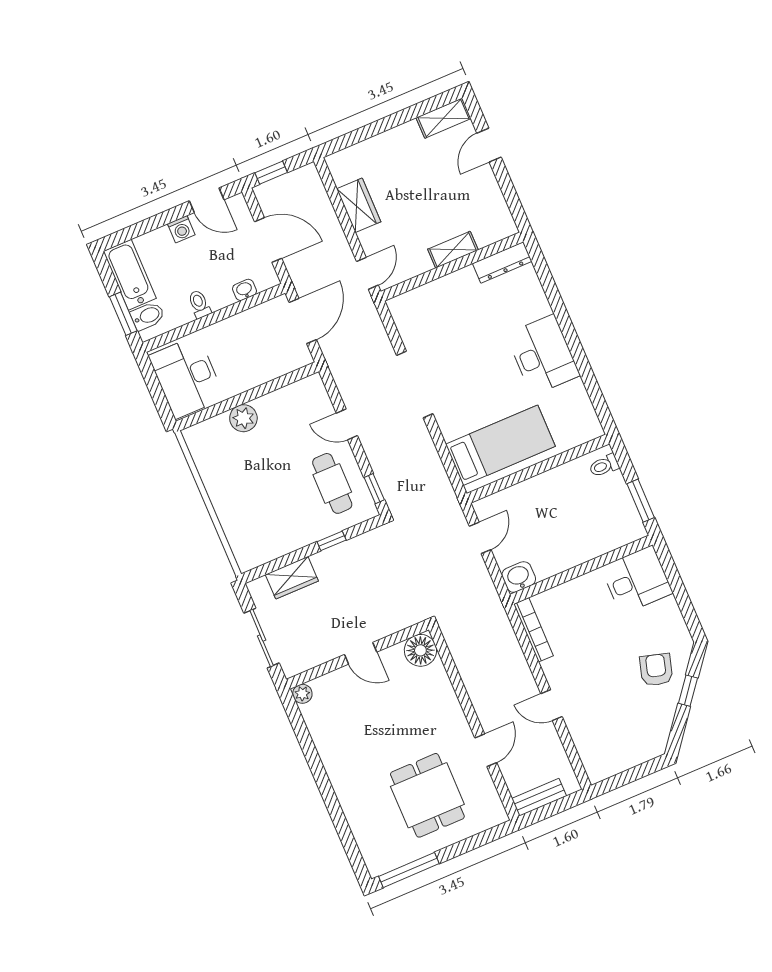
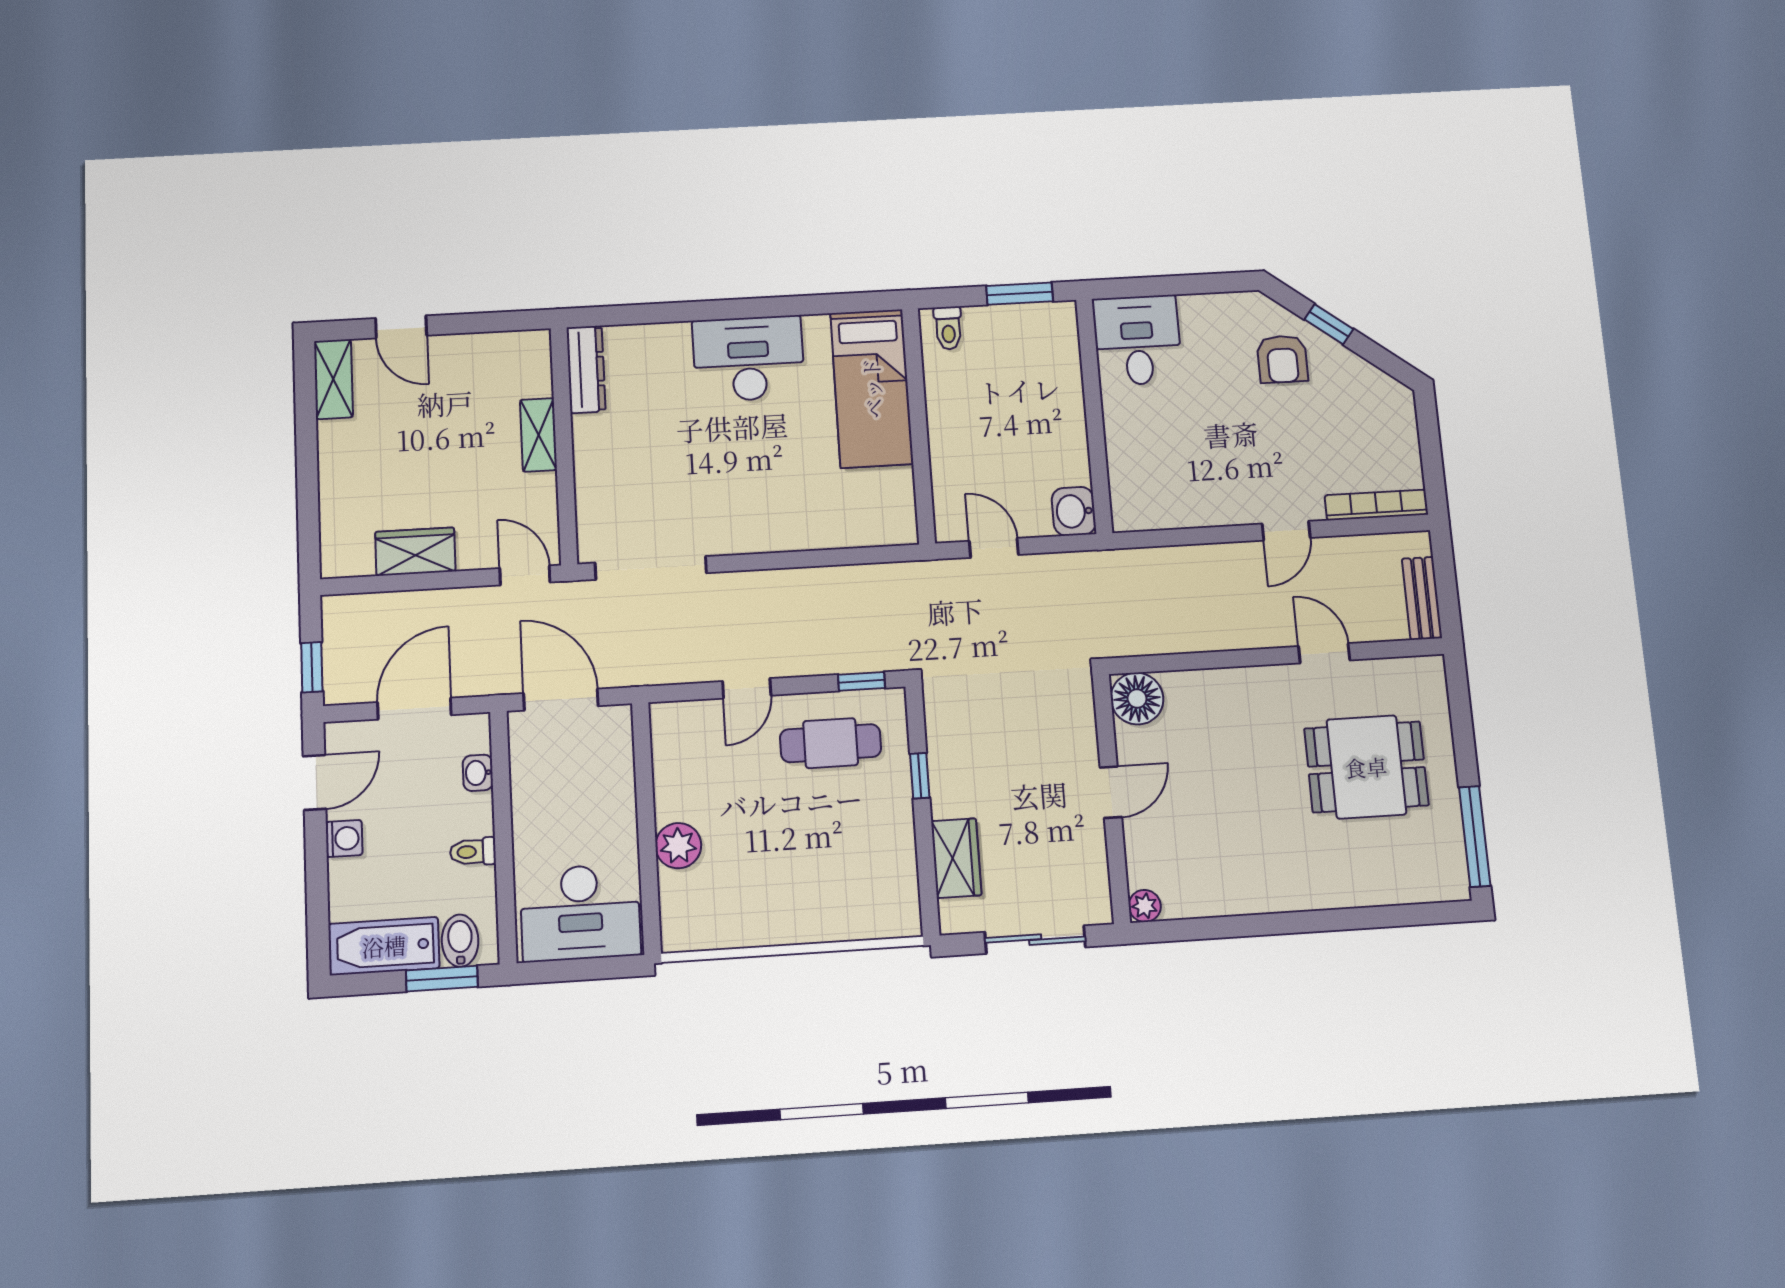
doorway: (415, 384) -> (651, 568), moved
bed: (500, 445) -> (872, 388), moved, turned 180
bookcase: (534, 630) -> (1376, 505), moved
armchair: (656, 670) -> (1282, 359), turned -106

